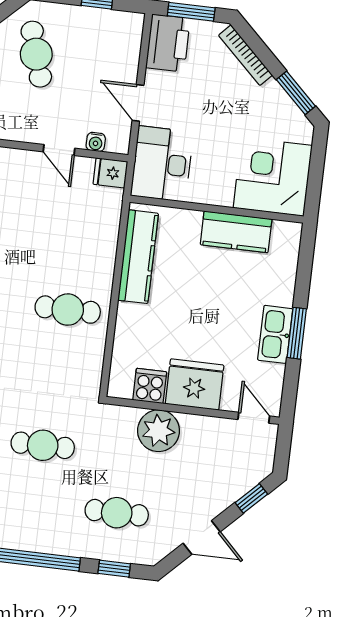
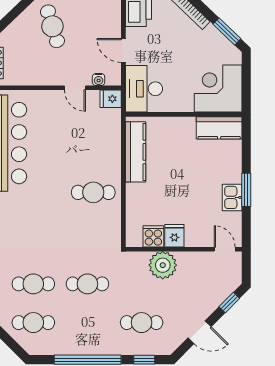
kitchen counter: (236, 232) -> (219, 128), moved
kitchen sink: (275, 334) -> (232, 197), width x0.73
fridge: (195, 385) -> (174, 236), width x0.53, depth x0.75

